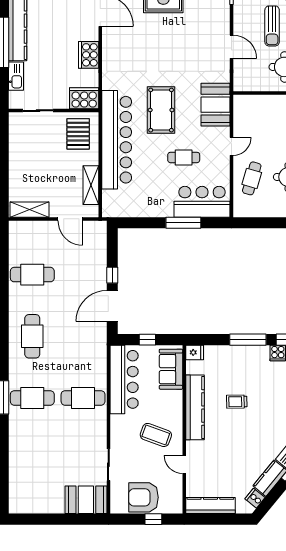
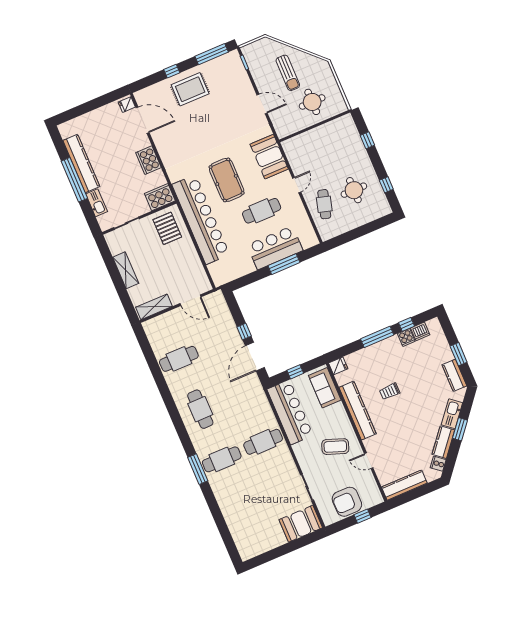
cafe table: (184, 157) -> (262, 211), width x1.37, depth x1.35
shelving: (91, 185) -> (126, 270), moved
bar counter: (202, 202) -> (275, 248), moved

